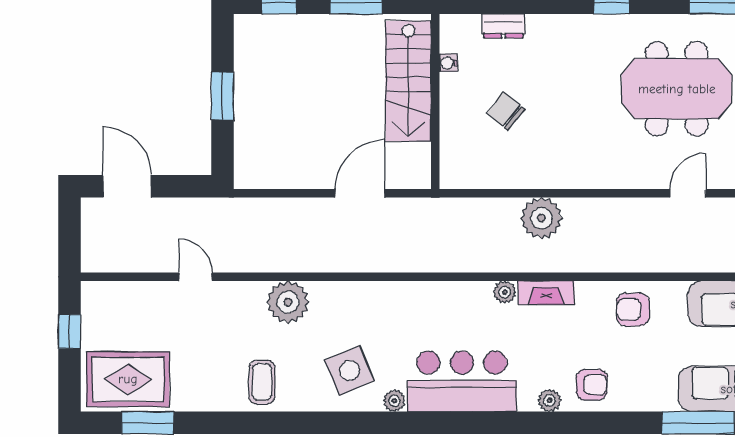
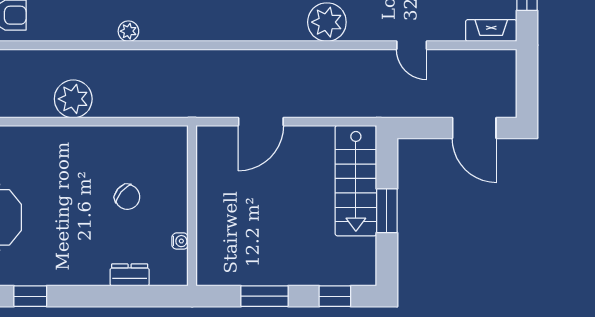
stairs: (408, 81) -> (356, 181), moved, turned 180
plant: (541, 218) -> (73, 99), moved
fireplace: (546, 293) -> (491, 30), moved

